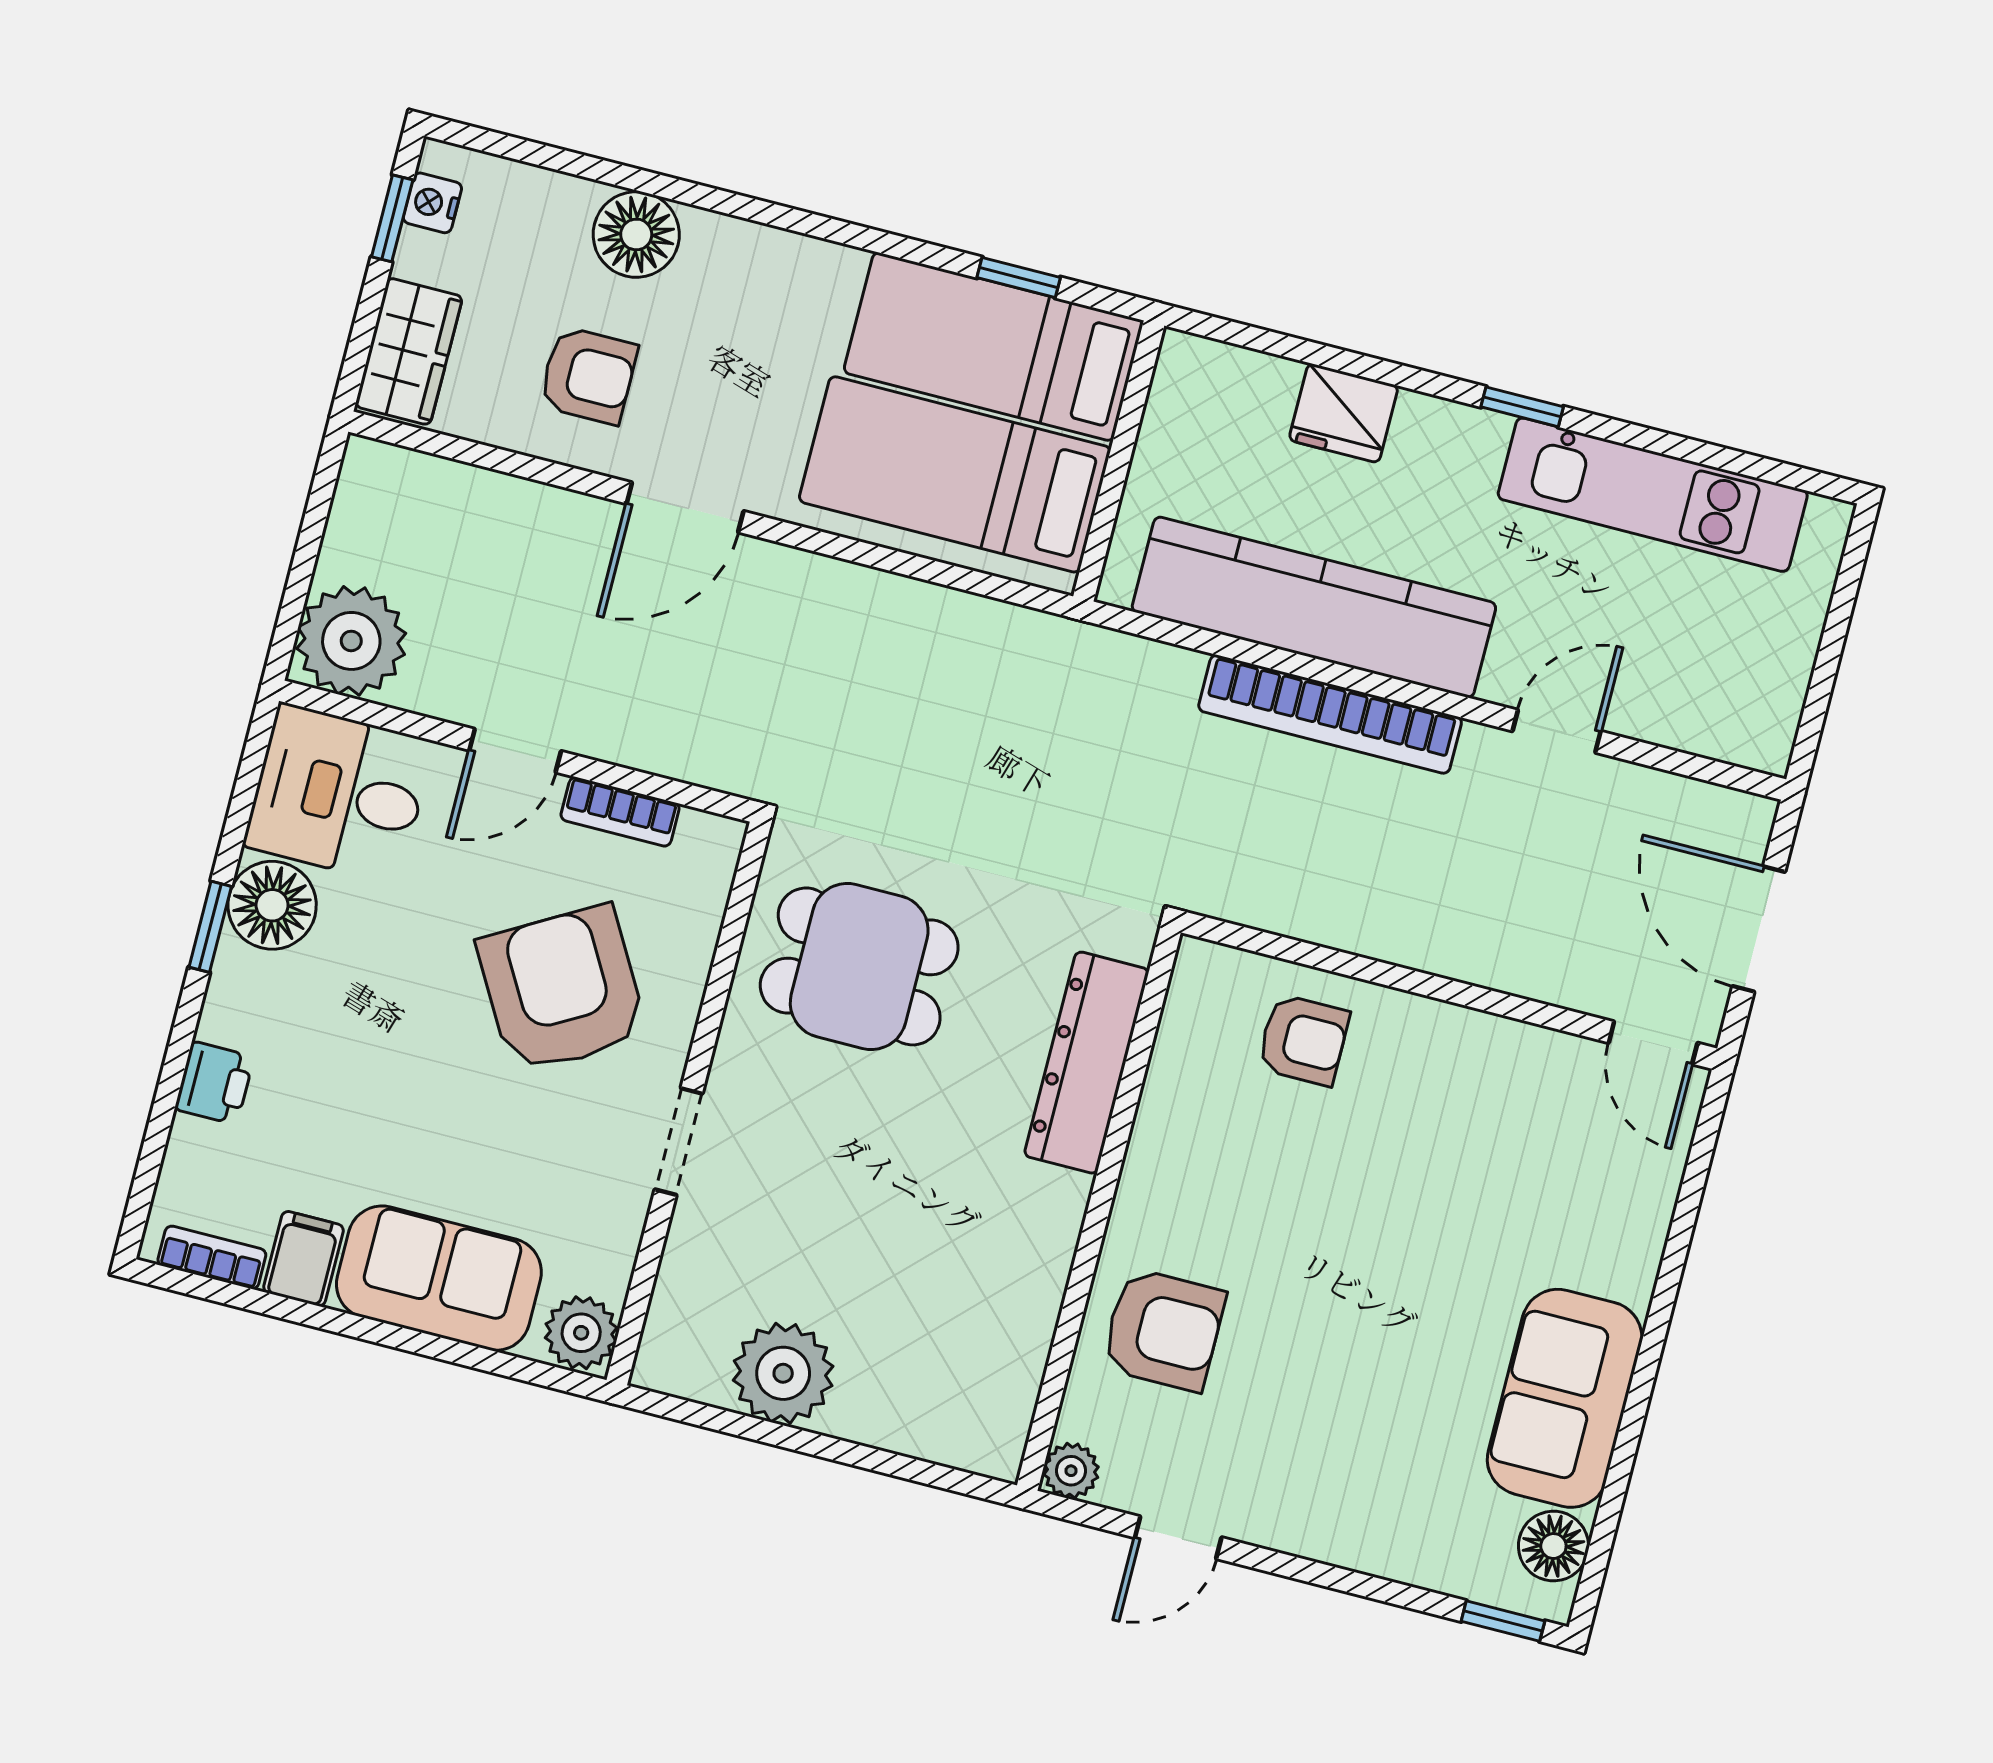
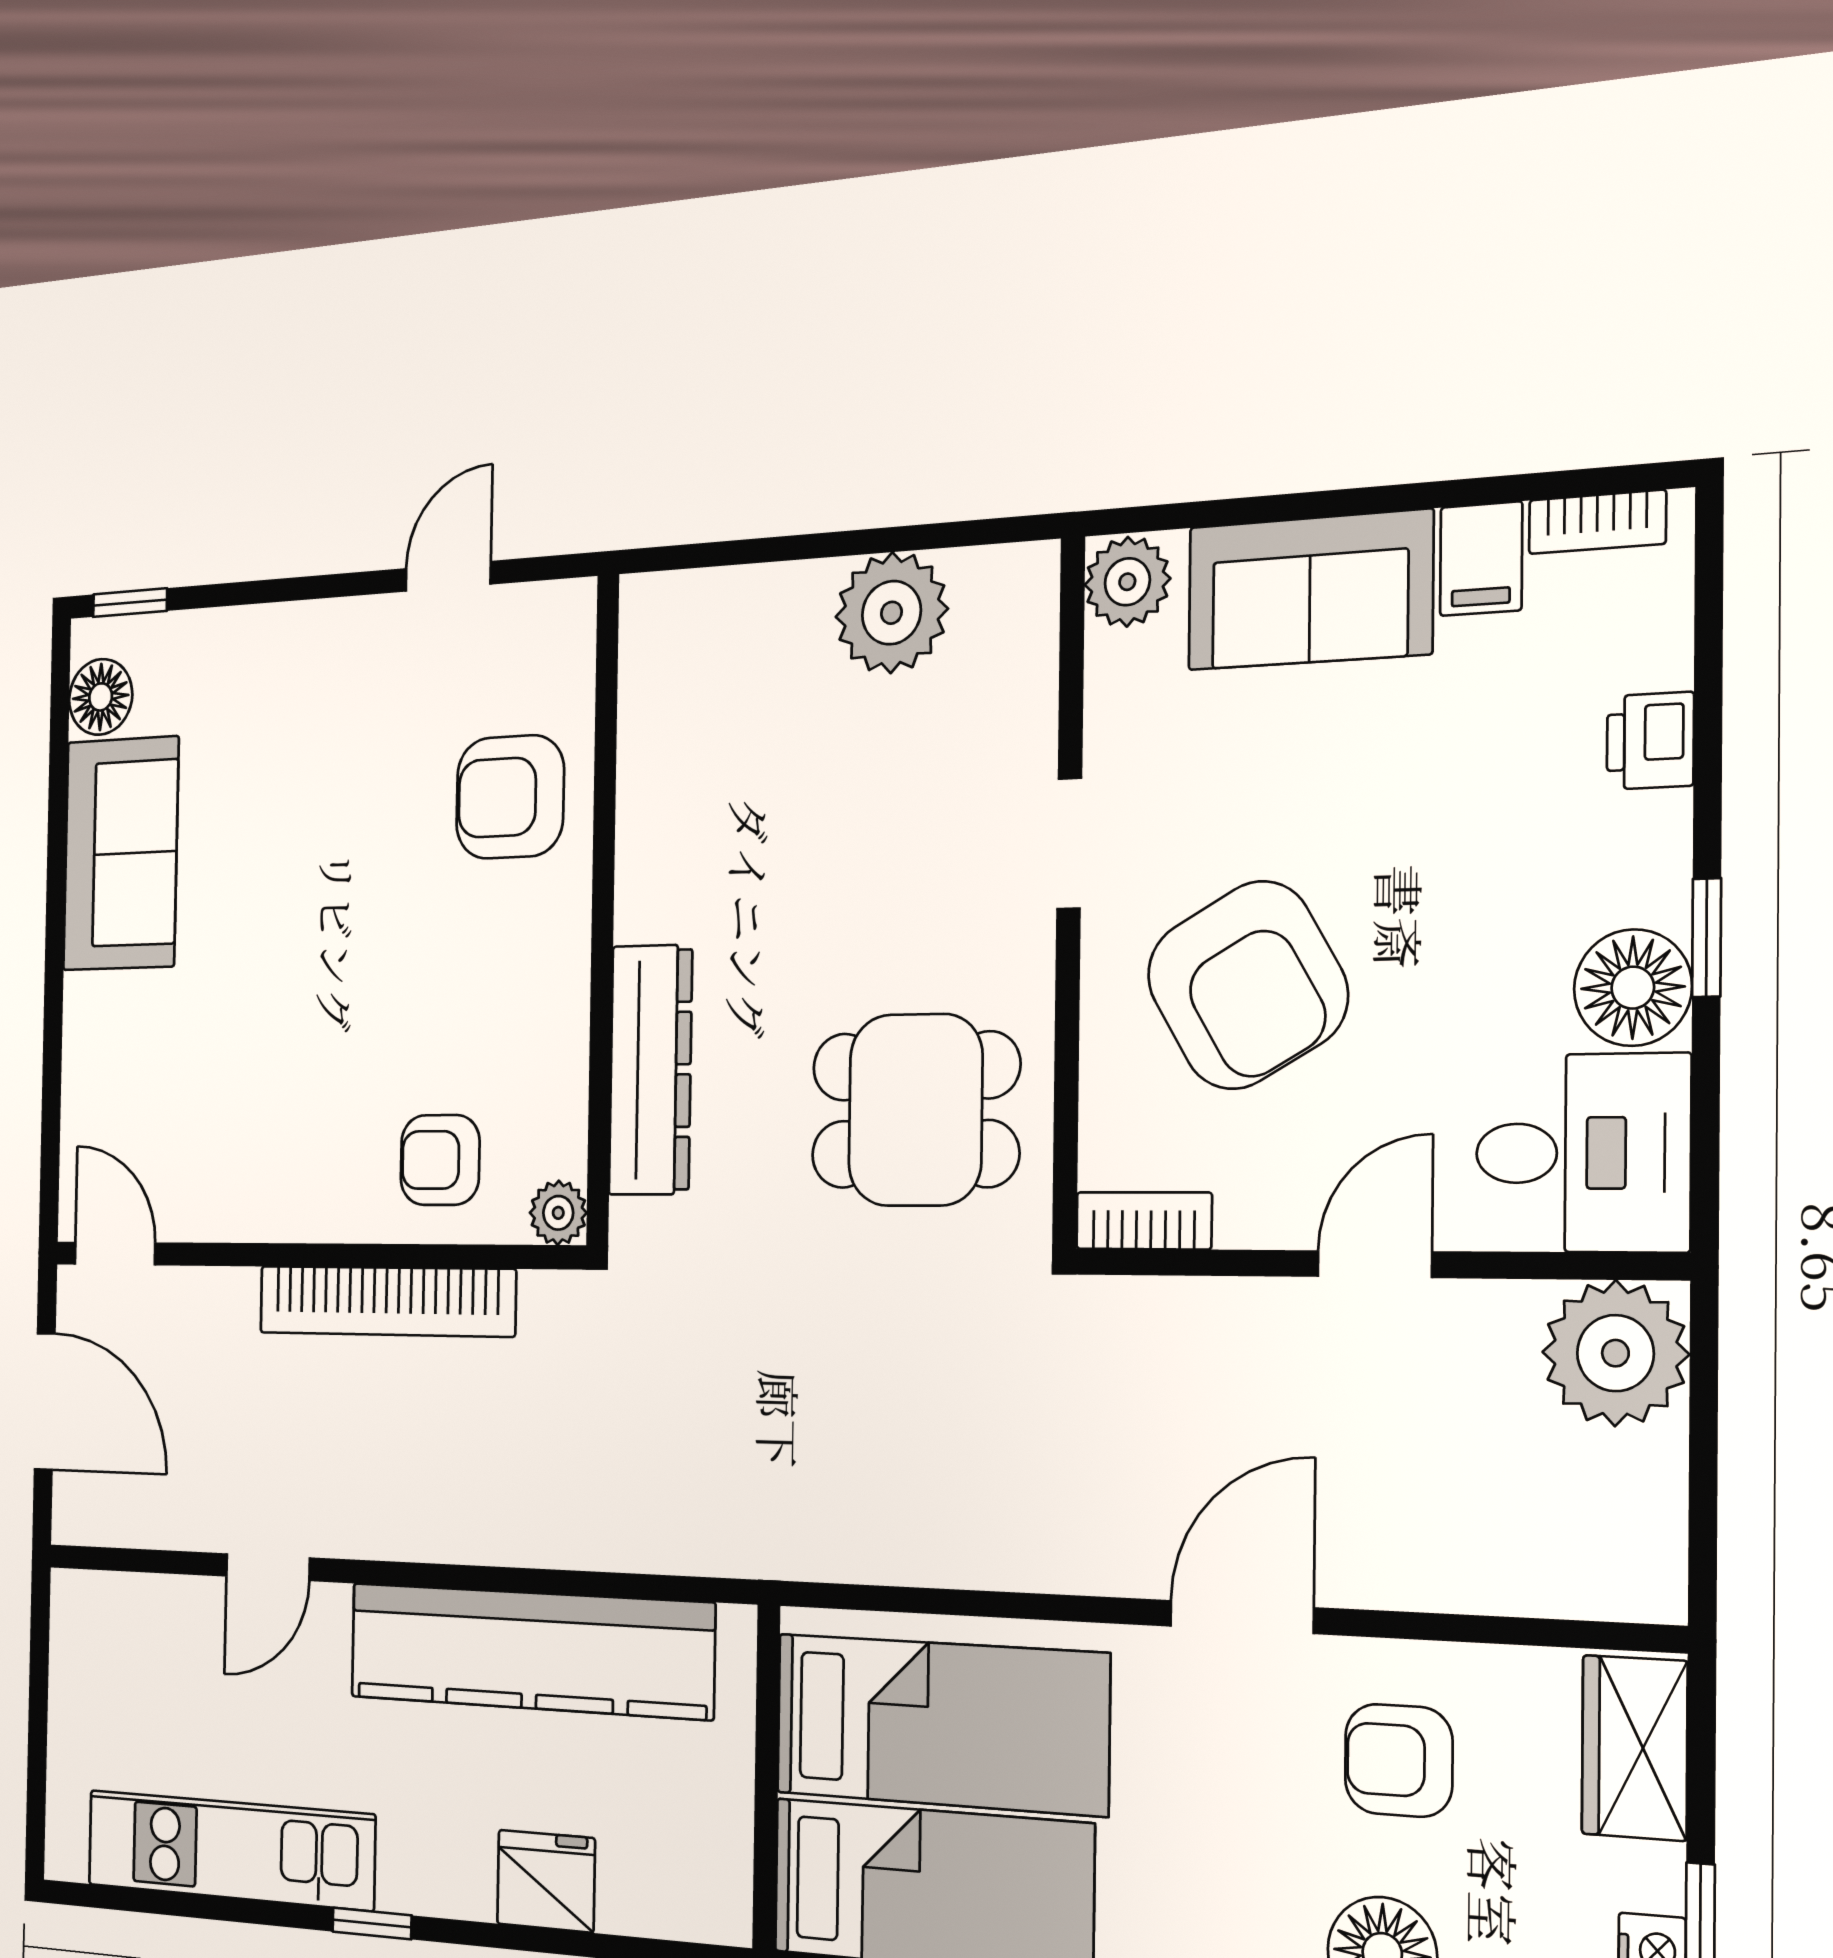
bookcase: (1330, 714) -> (386, 1301), moved, turned 180
bookcase: (620, 812) -> (1144, 1221), moved
plant: (1071, 1471) -> (558, 1213), moved

